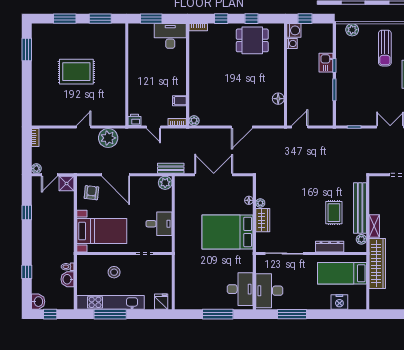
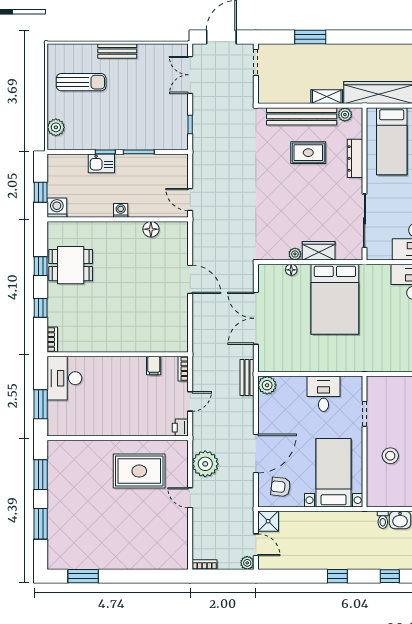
dining table: (252, 40) -> (71, 265), turned 90
washing machine: (292, 43) -> (121, 210), moved
rug: (76, 72) -> (139, 471), moved, turned 90
plant: (194, 121) -> (181, 345), removed
window: (27, 213) -> (337, 576), moved

